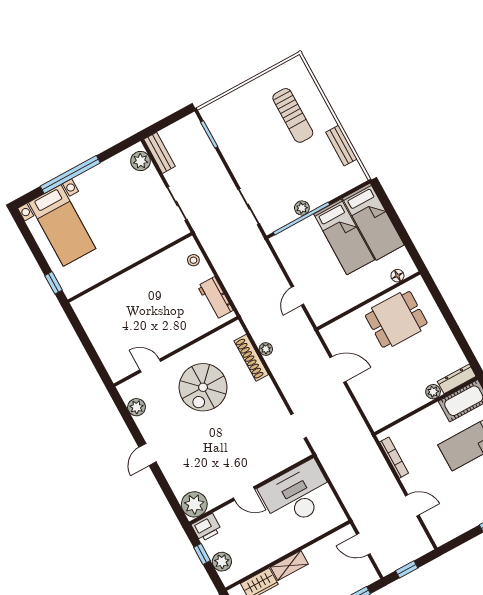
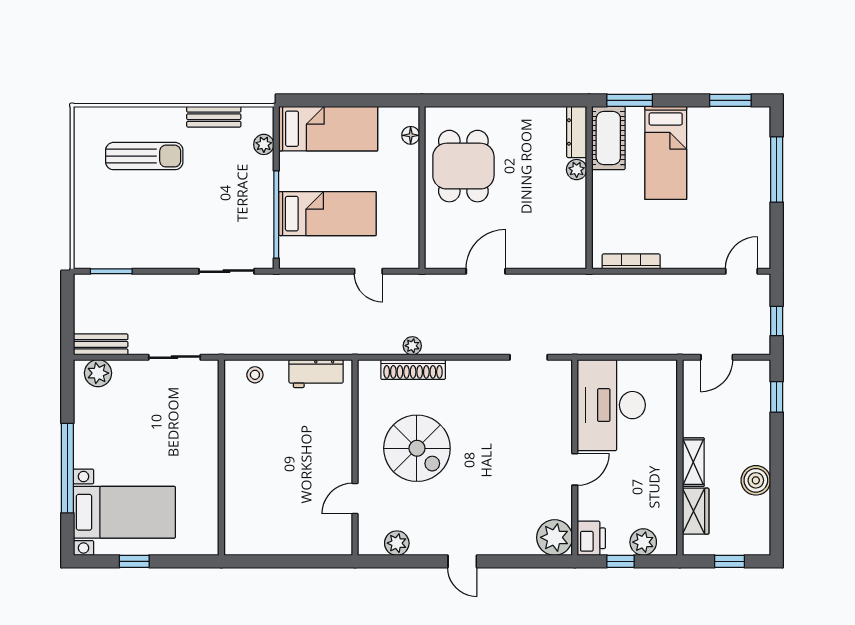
plant: (302, 208) -> (264, 144), moved
bed: (344, 237) -> (327, 214), moved
window: (54, 283) -> (134, 561), moved
door: (412, 505) -> (741, 271), moved

